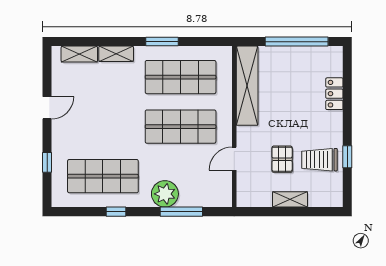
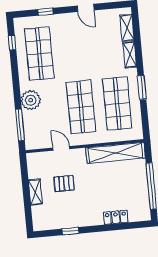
trolley: (319, 160) -> (66, 211), removed
window: (116, 212) -> (12, 43), moved
window: (181, 212) -> (20, 125), moved

